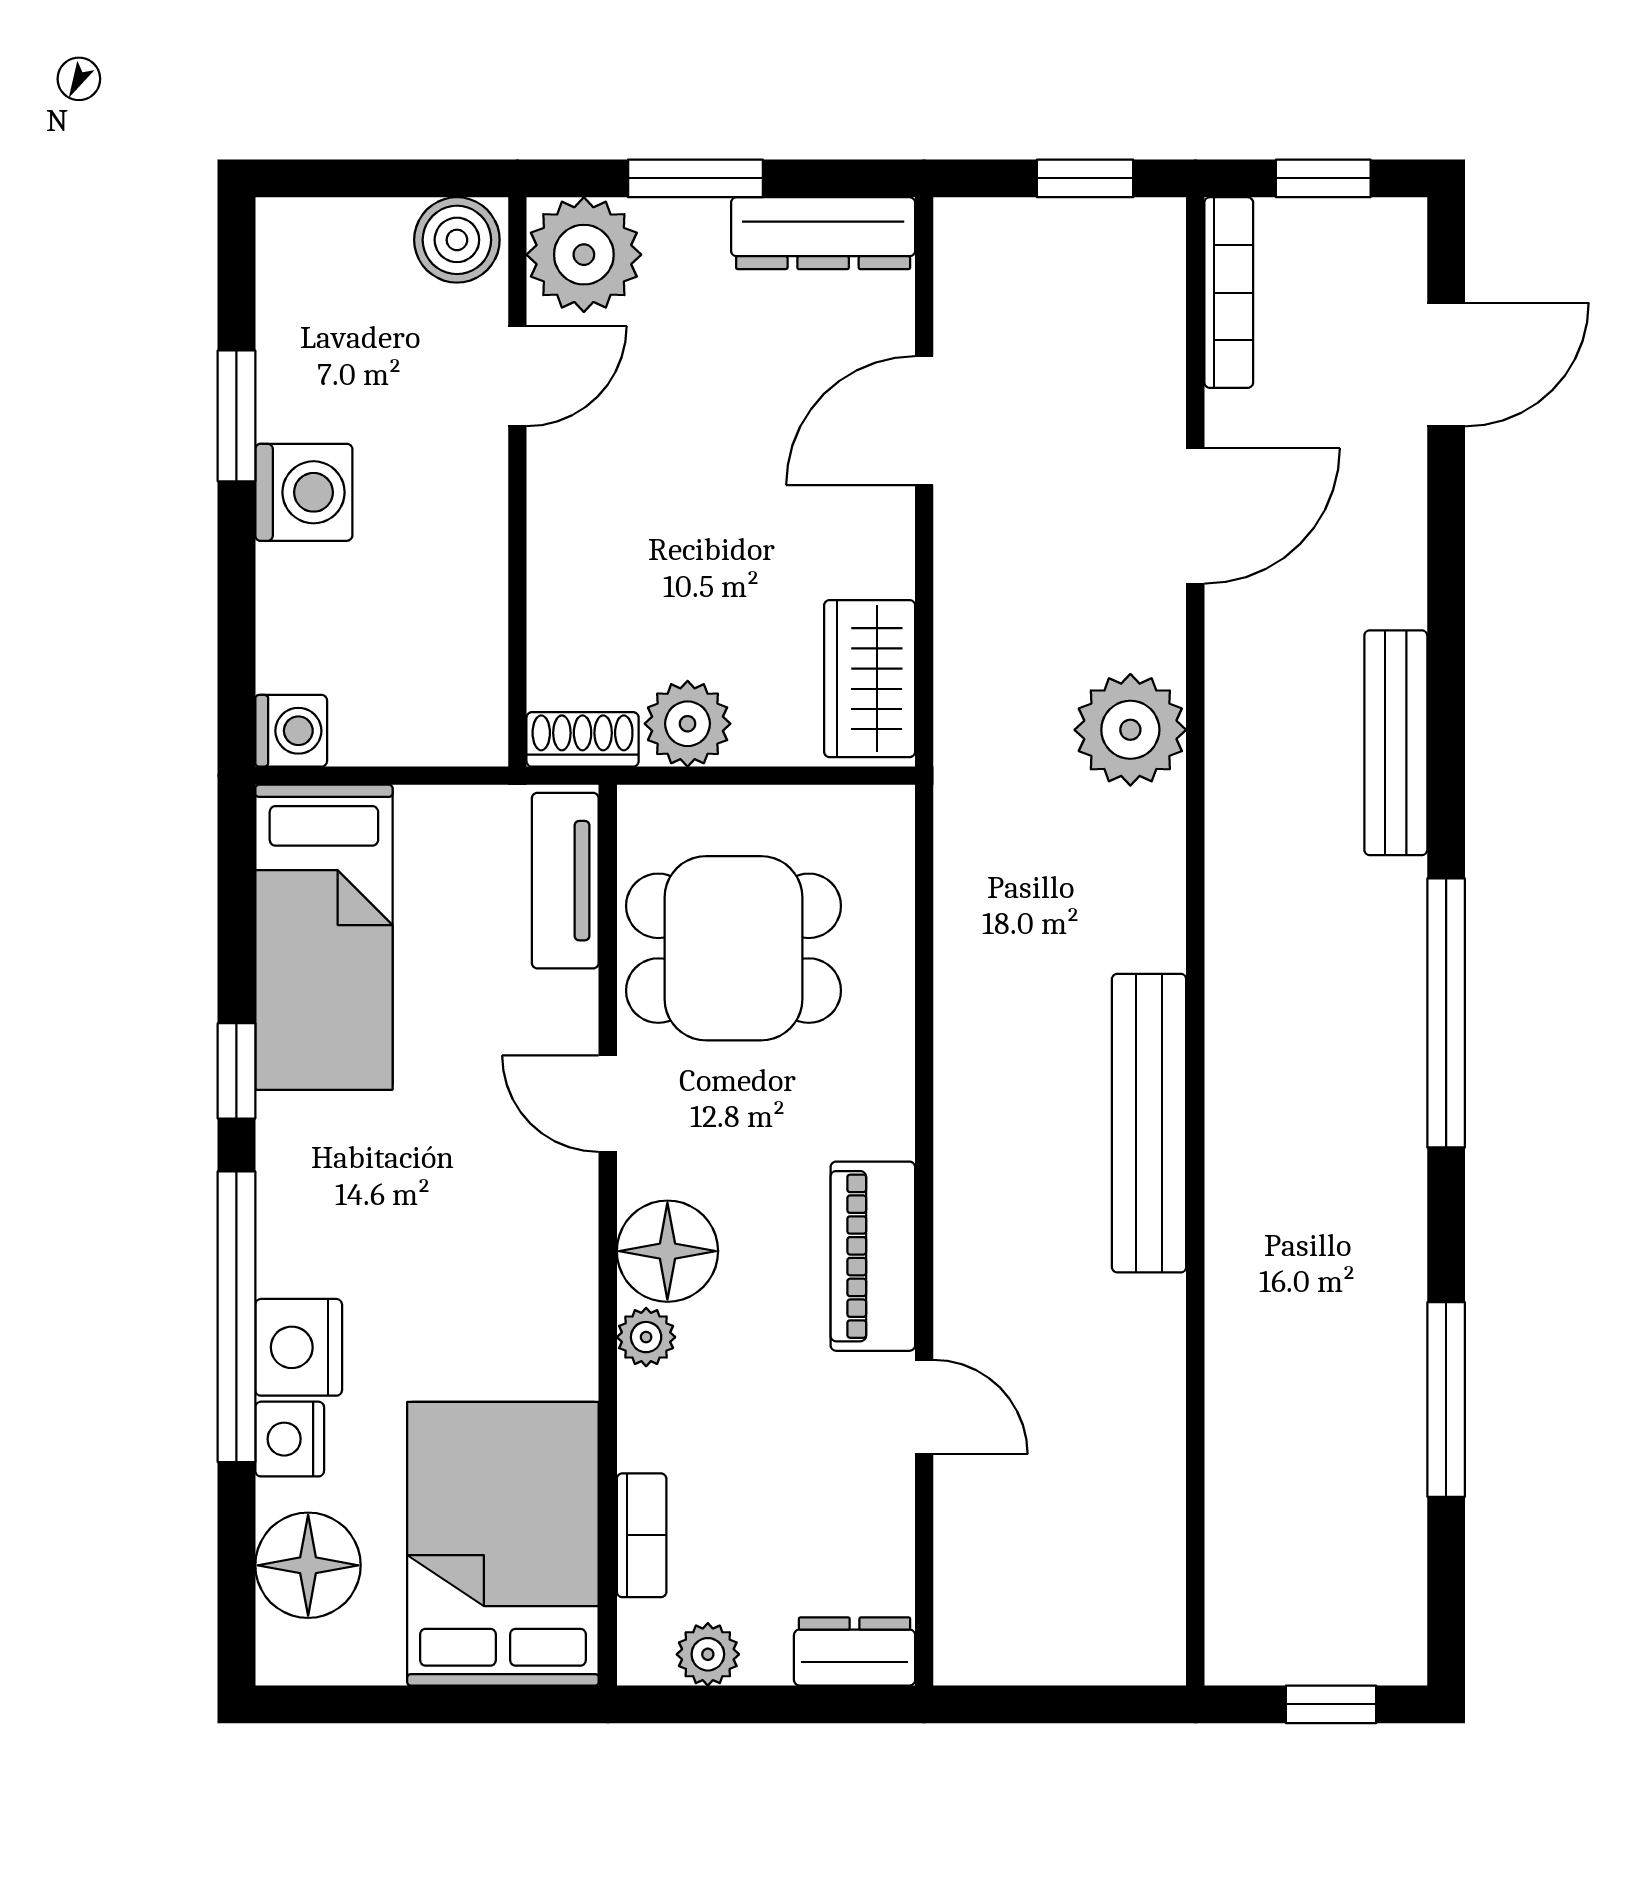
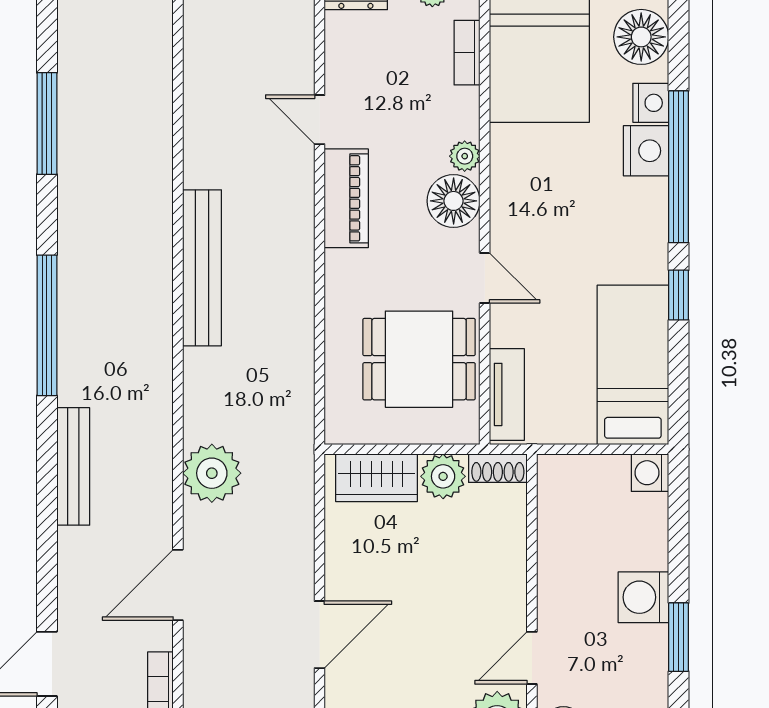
wardrobe: (870, 679) -> (377, 478), moved, turned 90

